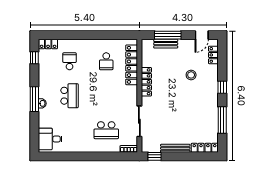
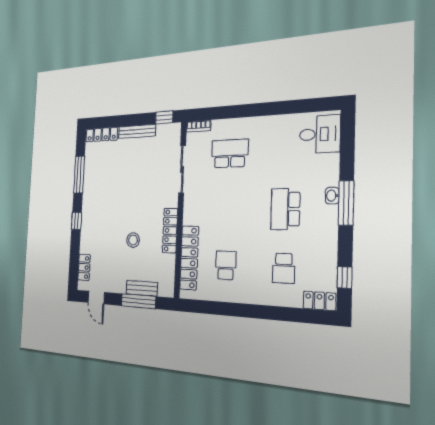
door: (202, 35) -> (96, 297), swing flipped
stool: (191, 75) -> (133, 240), moved

